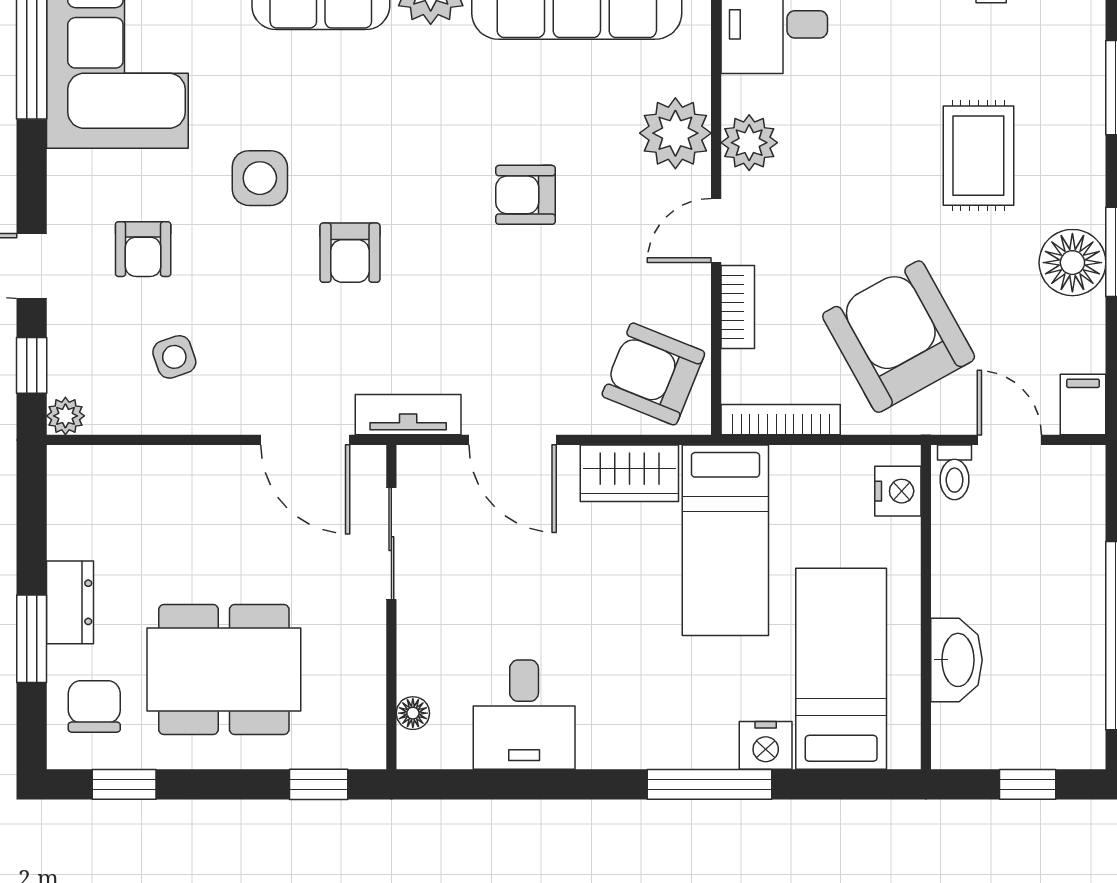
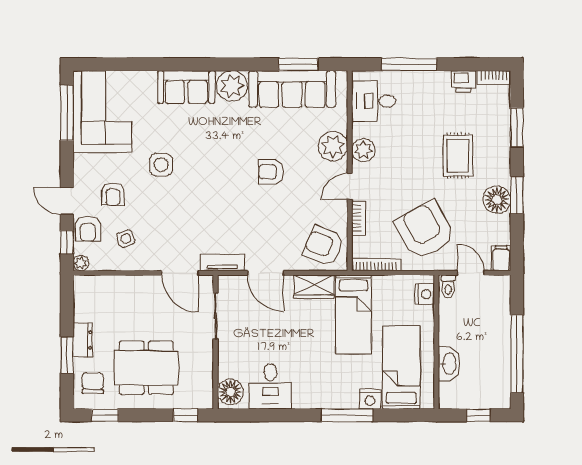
armchair: (350, 253) -> (88, 229), moved
floor lamp: (413, 713) -> (230, 392), width x1.89, depth x1.89

